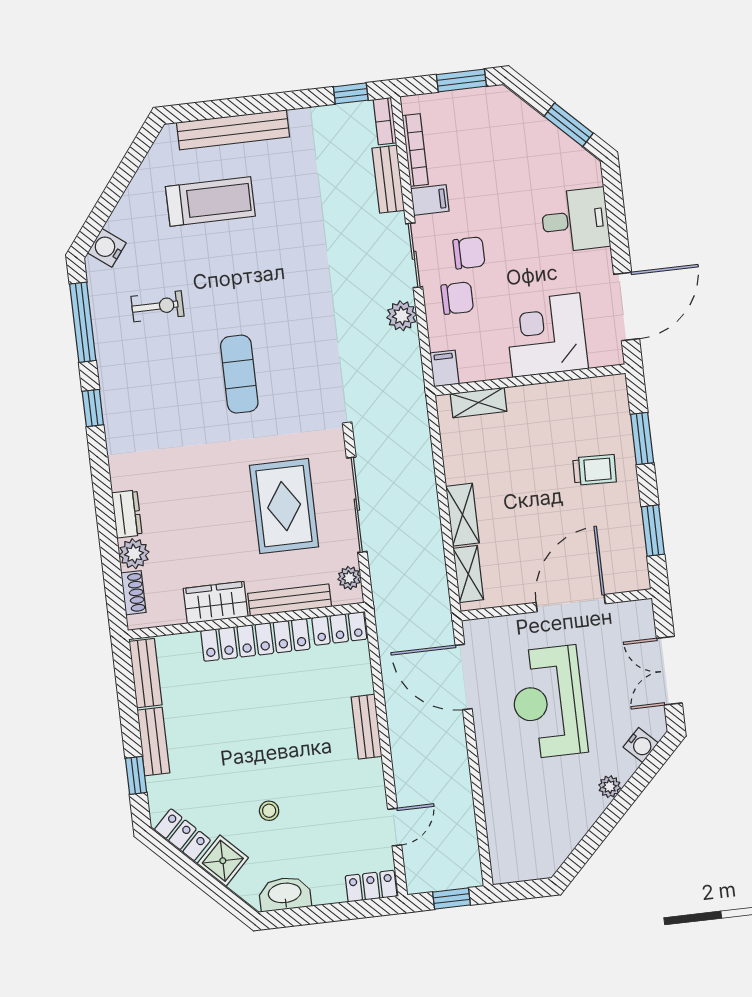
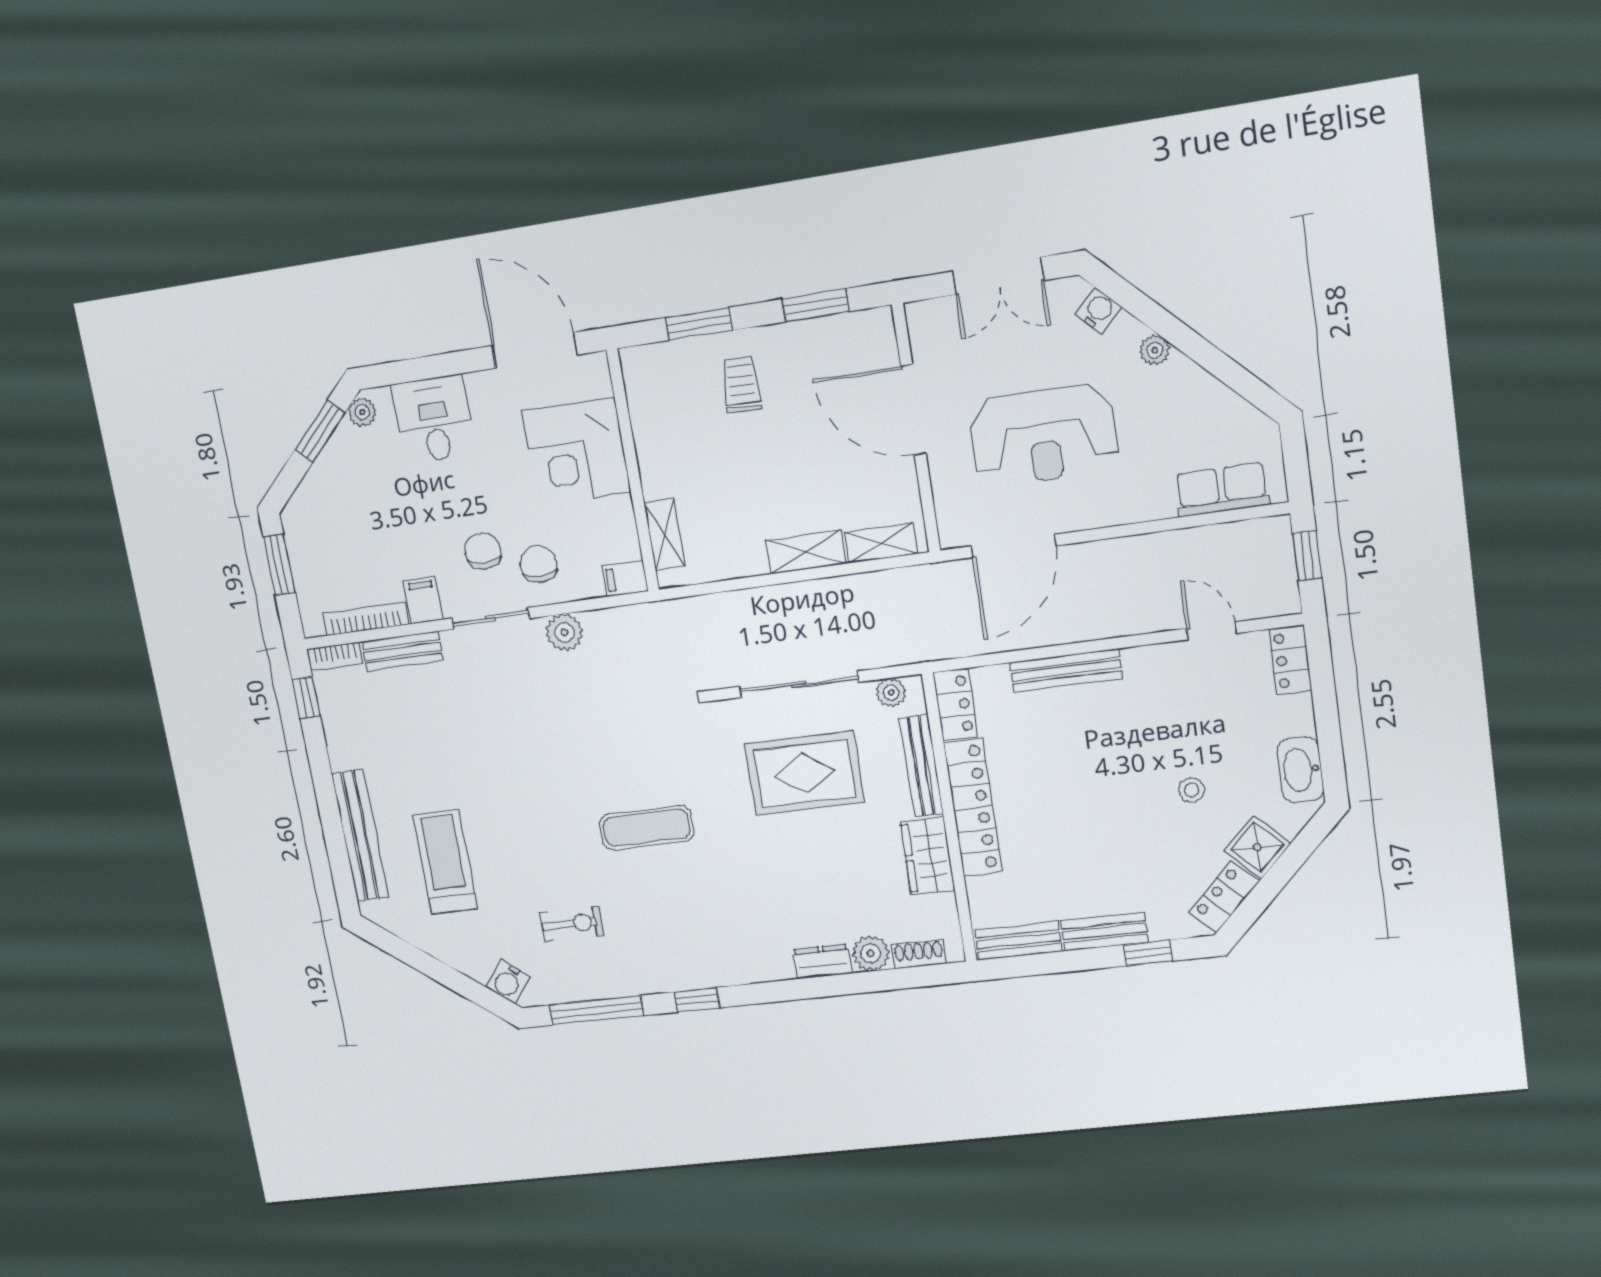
plant: (583, 161) -> (362, 412), added
exercise bike: (158, 306) -> (572, 924), turned 90
bench: (367, 727) -> (1066, 670), width x1.36
row of seats: (503, 835) -> (1222, 490), added

